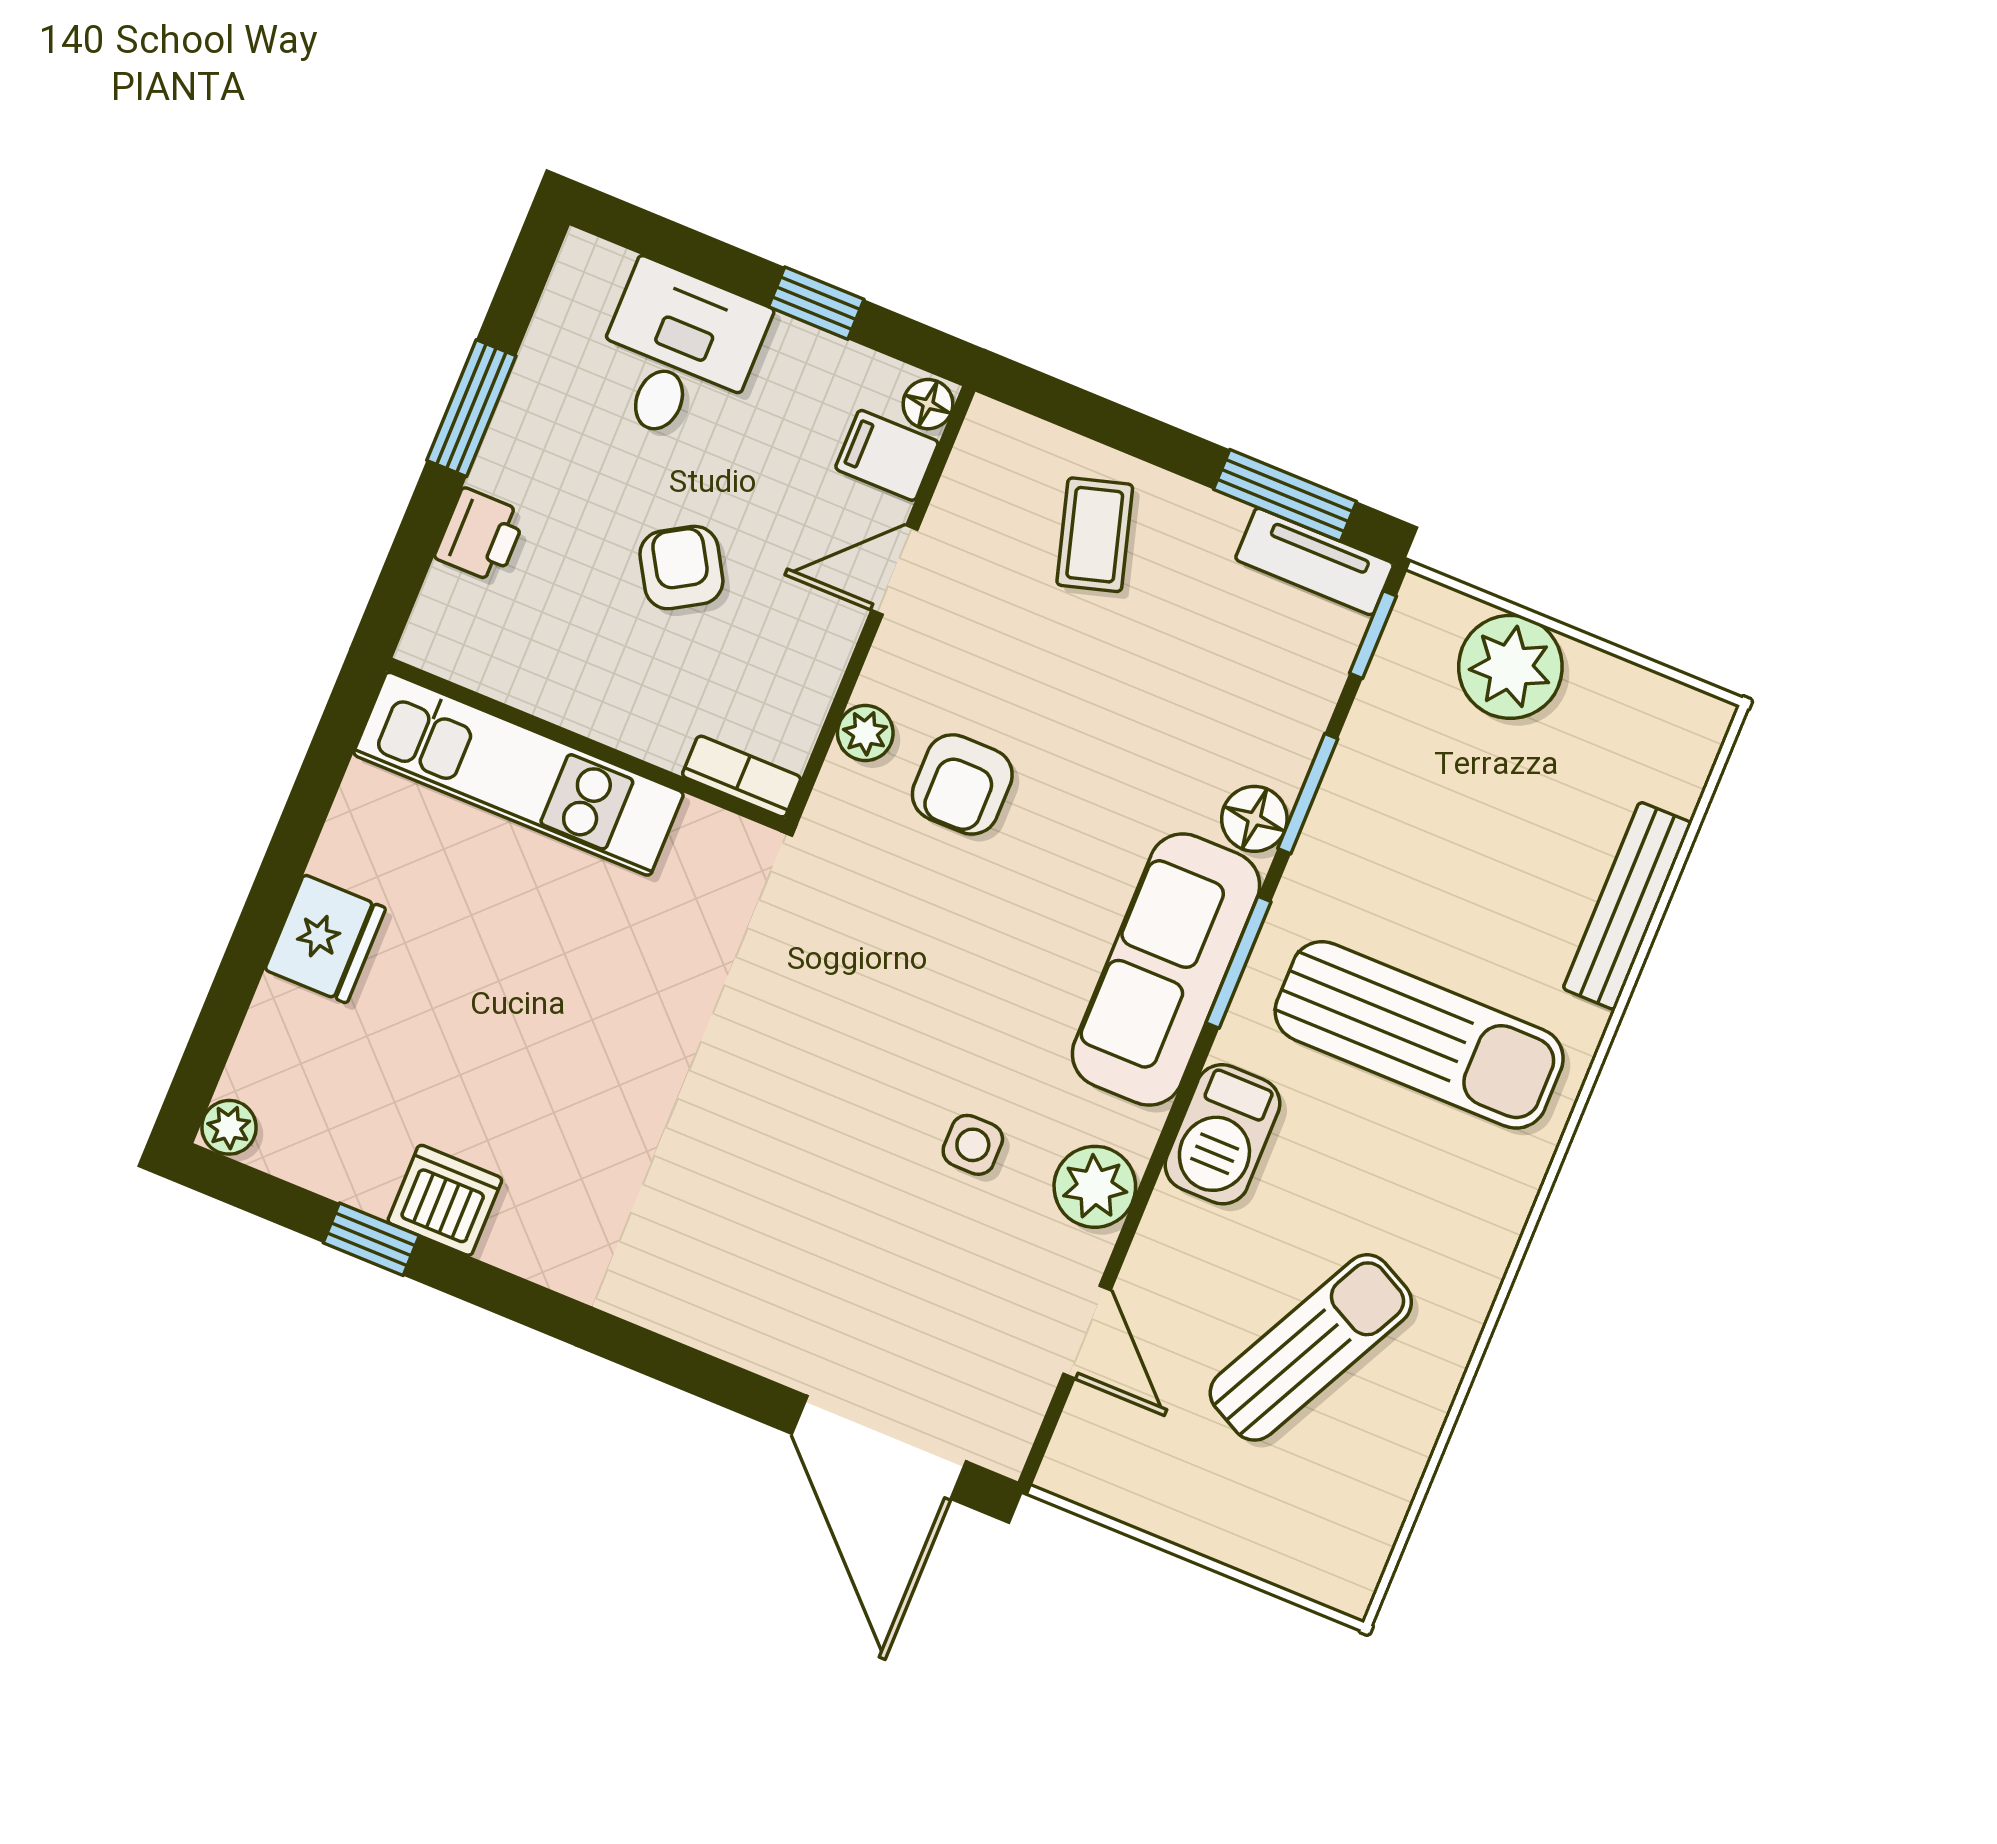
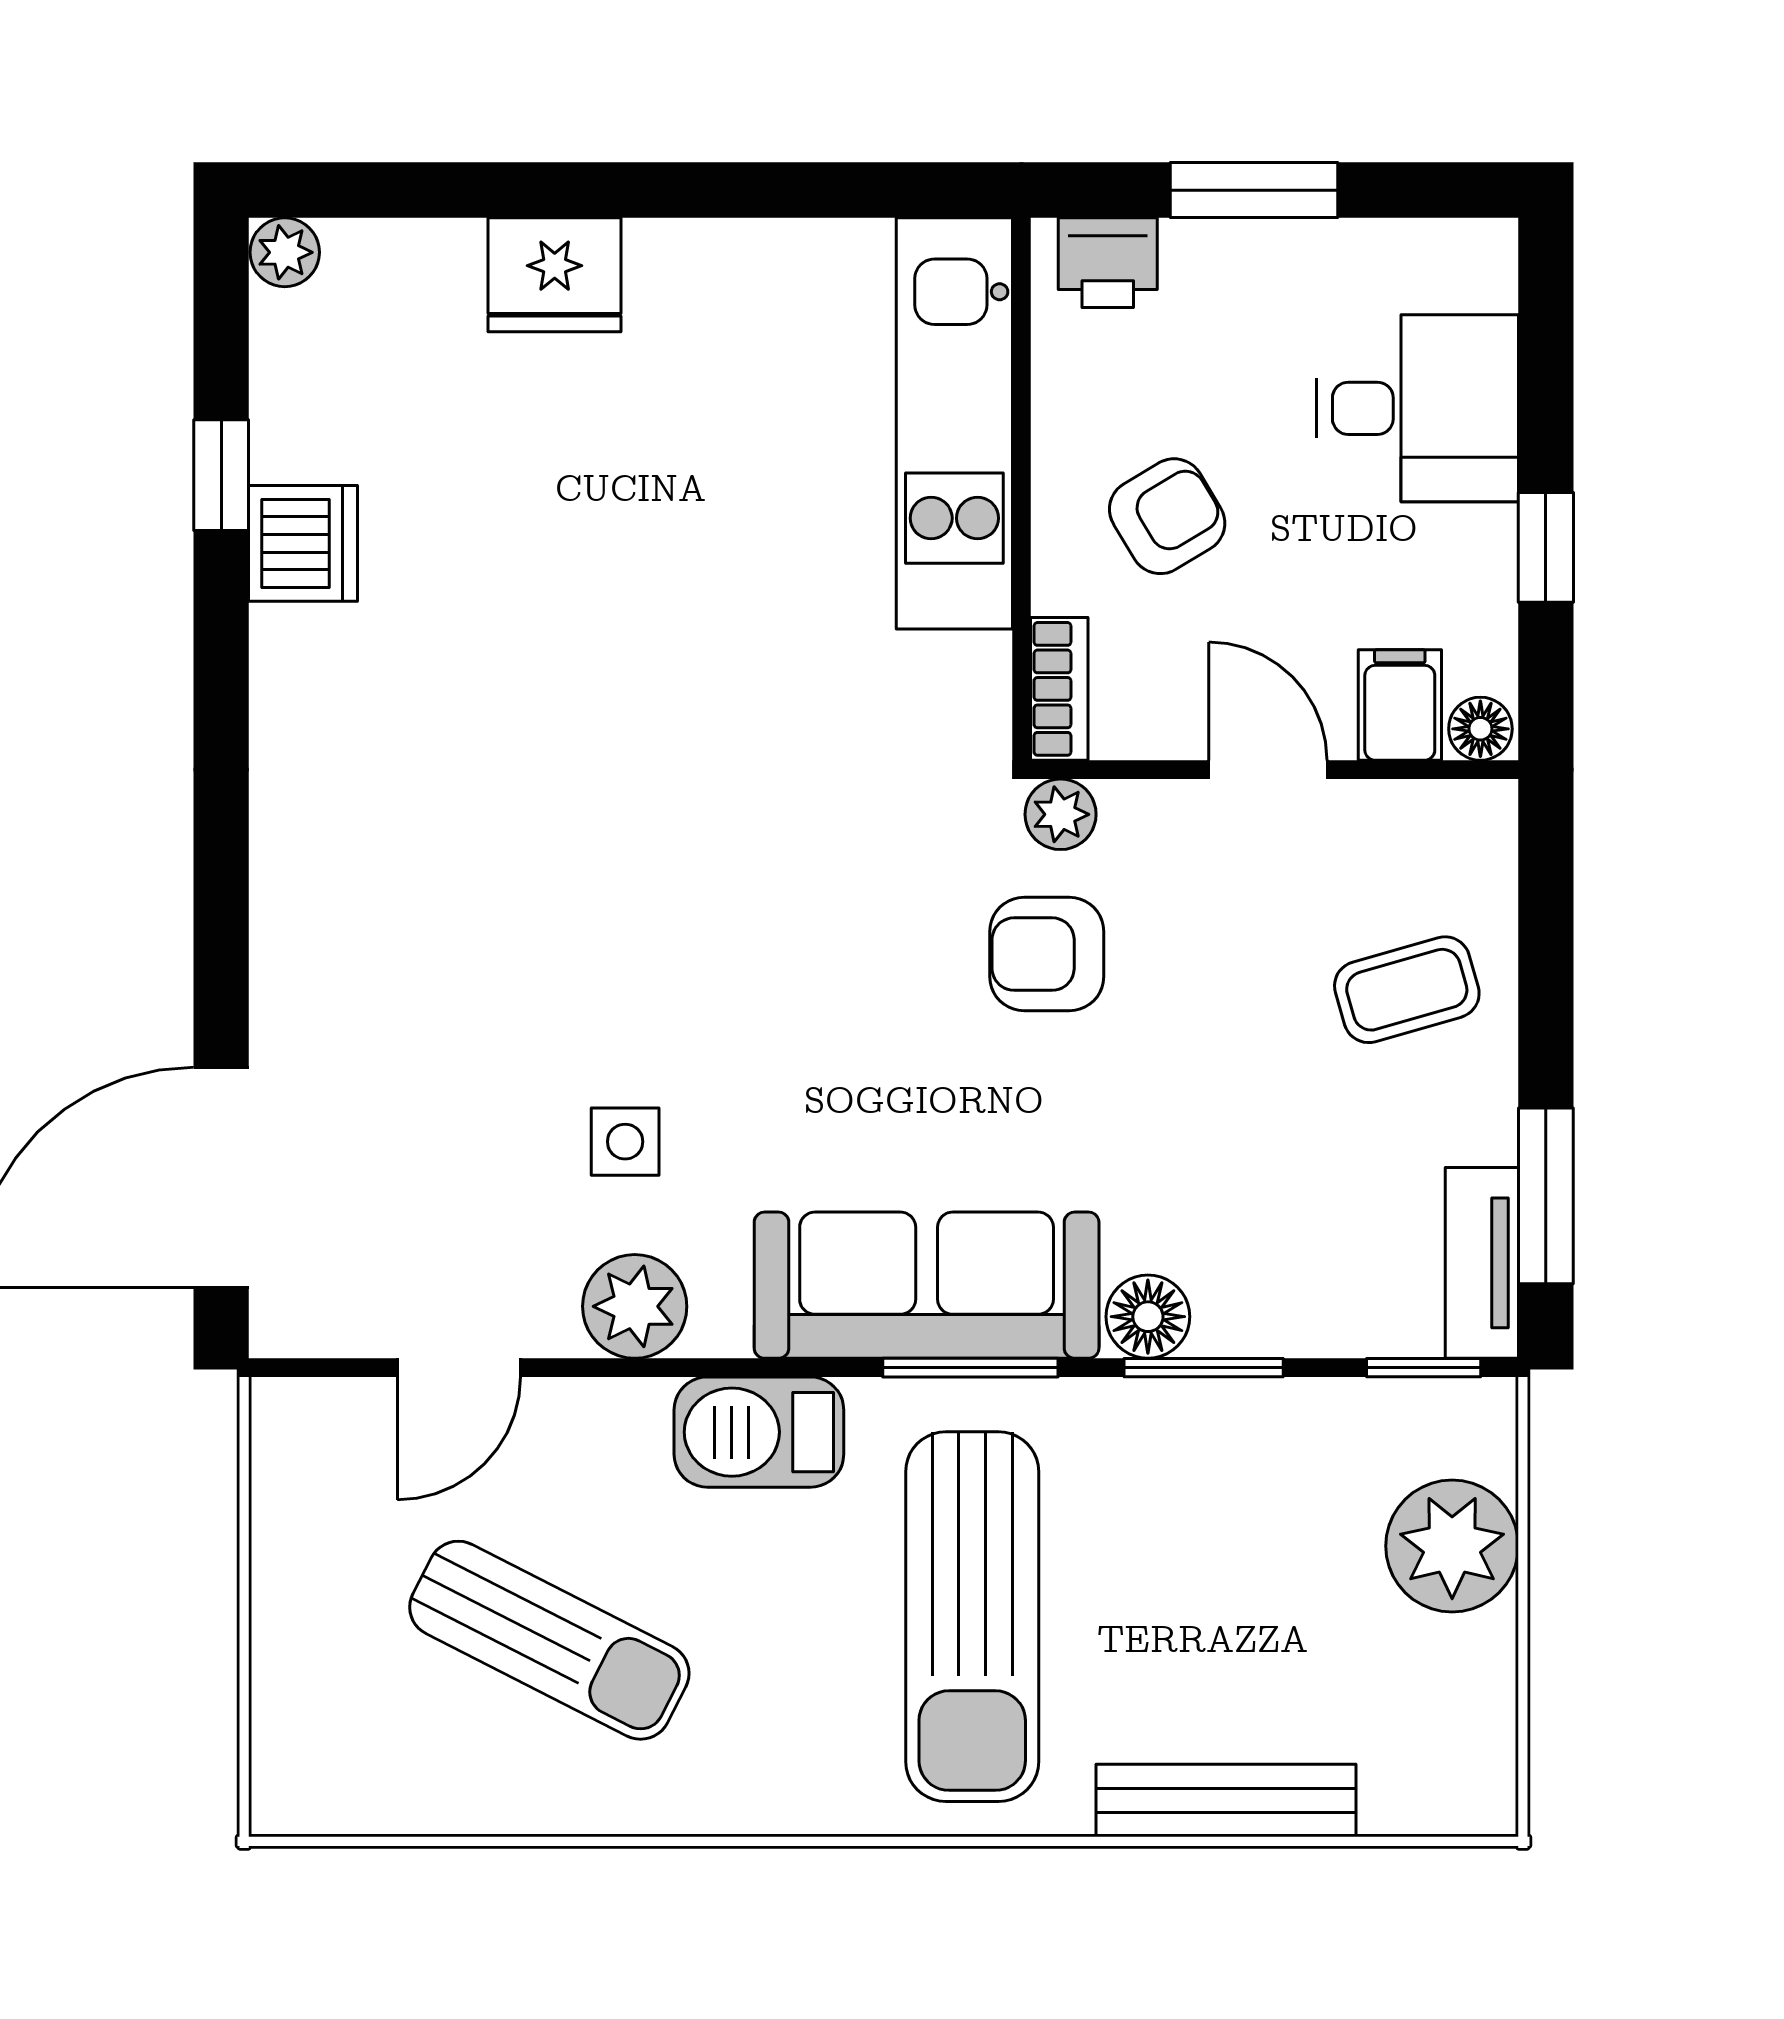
wall: (586, 745) -> (1021, 489), moved
kitchen unit: (518, 774) -> (954, 423), moved
bookcase: (742, 777) -> (1059, 689), moved

